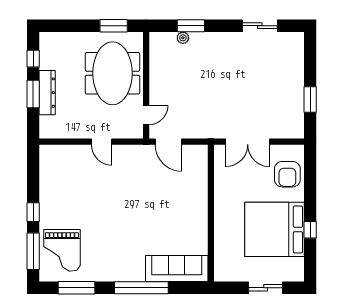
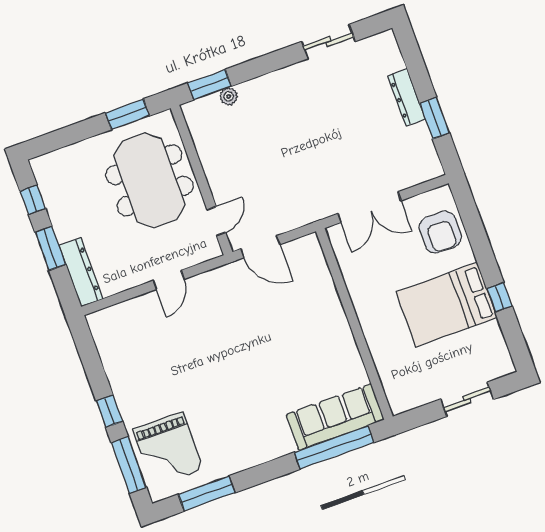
window: (191, 26) -> (209, 85), moved
dresser: (297, 80) -> (407, 97), added
dresser: (47, 93) -> (81, 272), moved
door: (102, 142) -> (169, 280), hinge flipped
bed: (275, 229) -> (447, 305), width x0.73
window: (141, 288) -> (334, 447), moved

